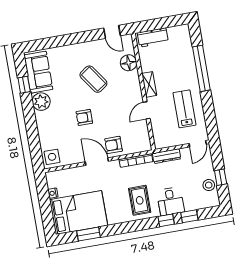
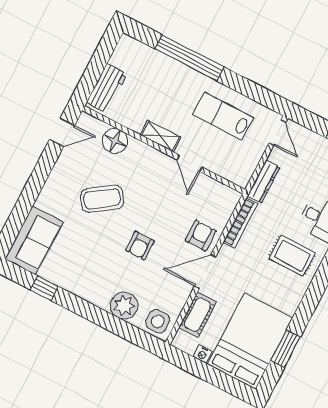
sofa: (38, 72) -> (34, 240), moved, turned 90
plant: (41, 102) -> (124, 306), moved
armchair: (114, 145) -> (201, 236), turned 180
cot: (71, 175) -> (197, 315), added

